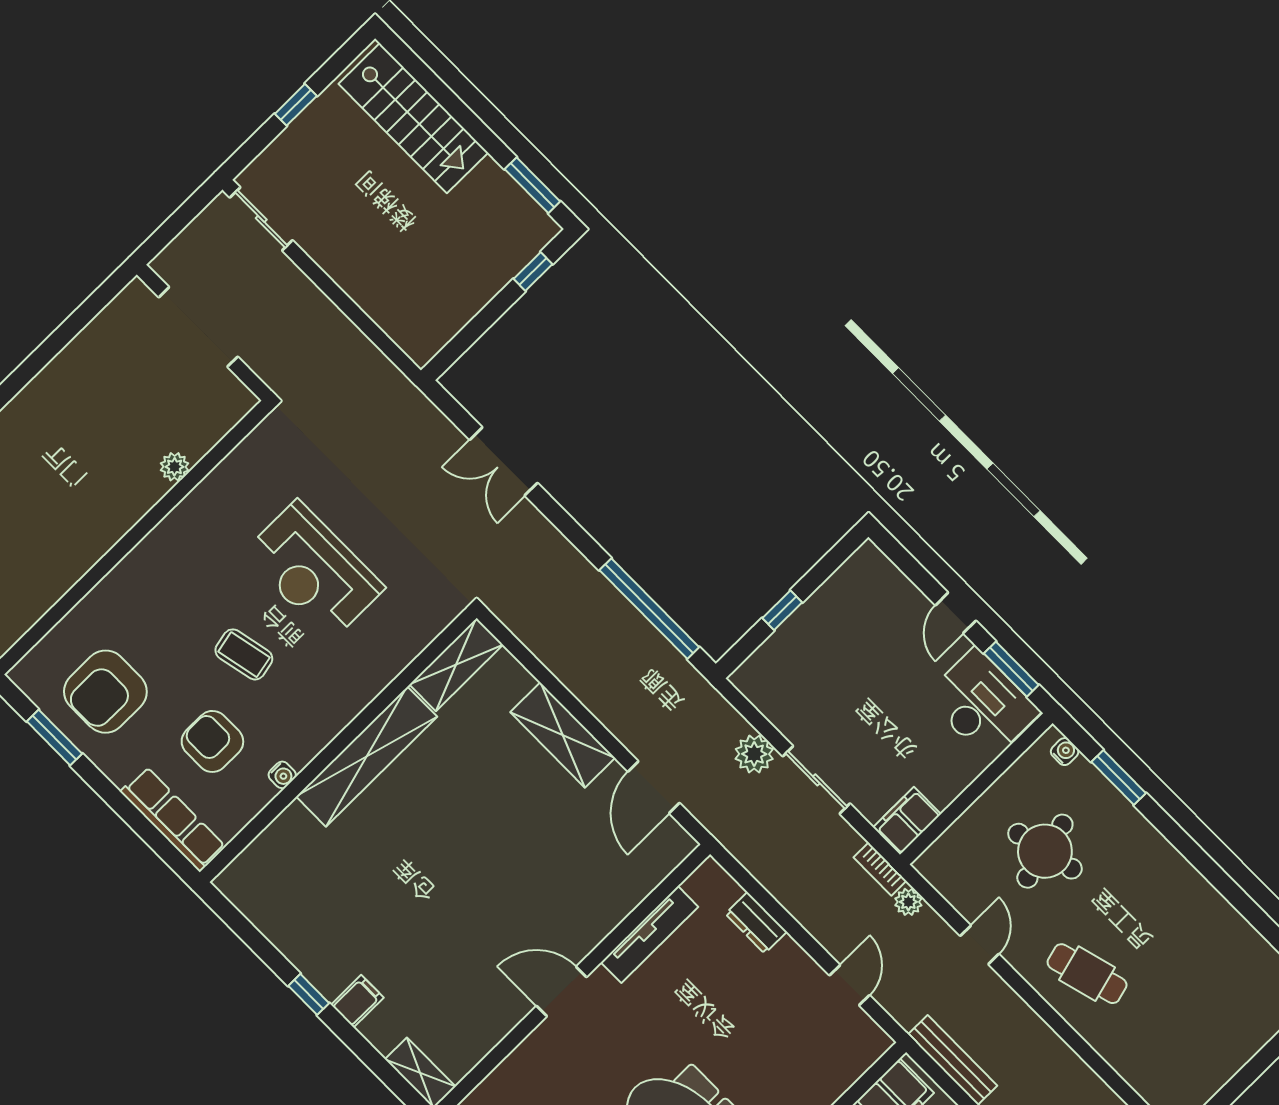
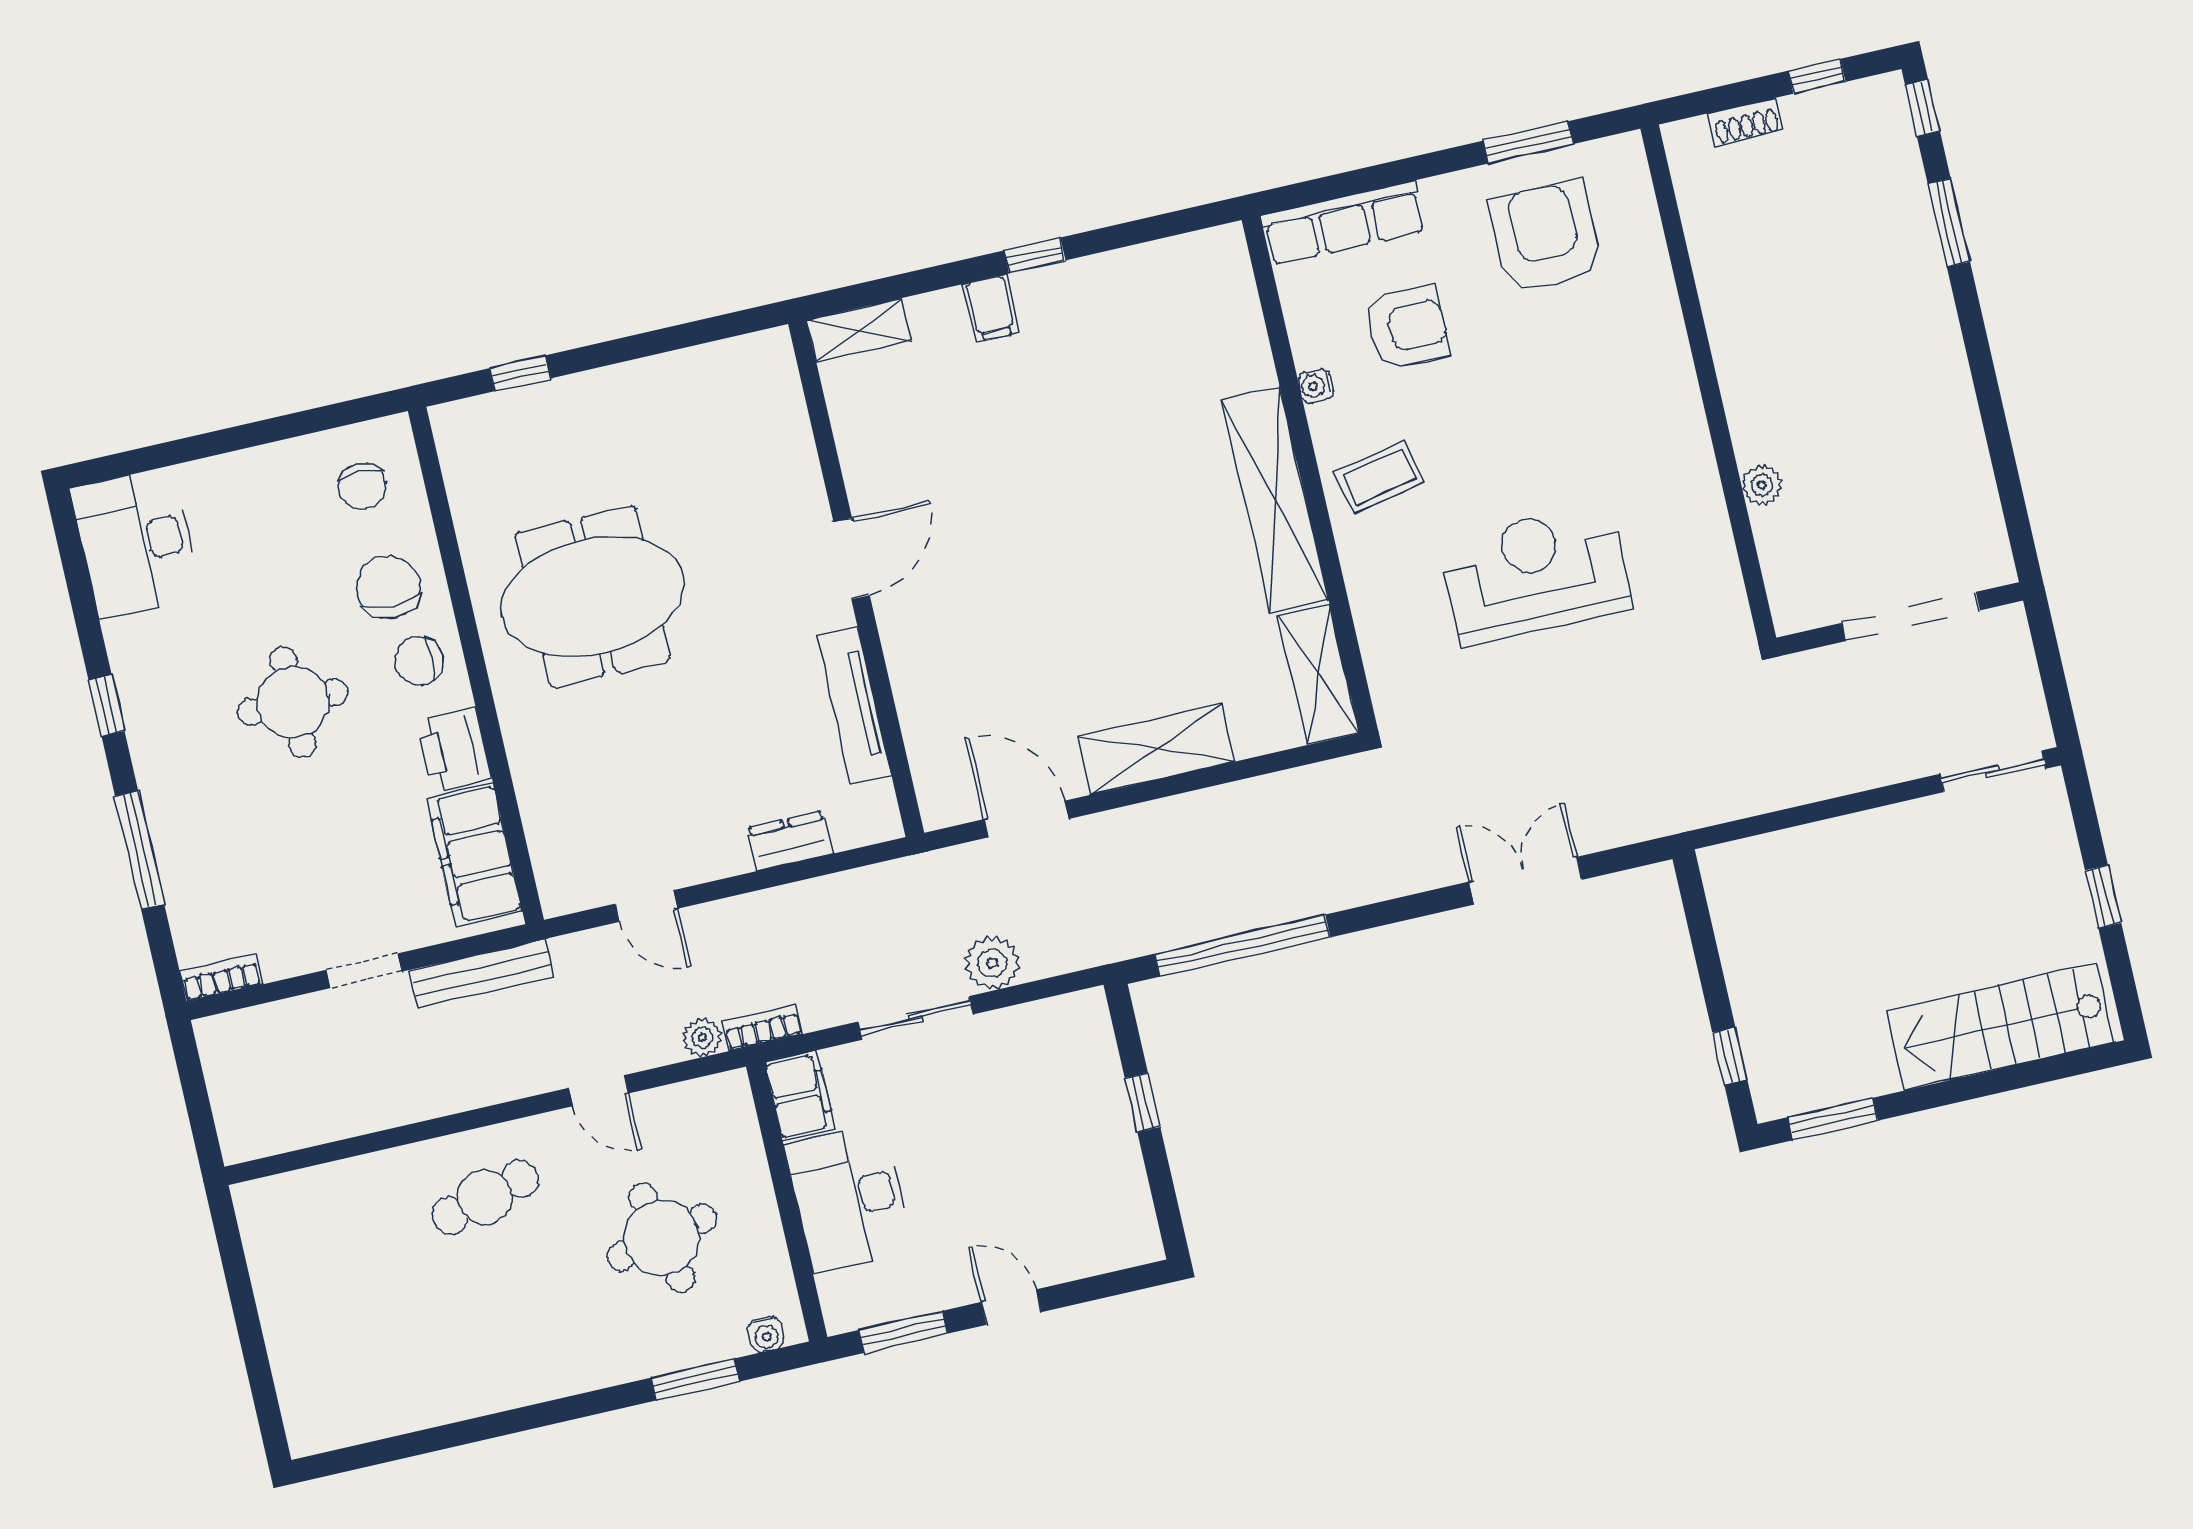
coffee table: (244, 654) -> (1379, 477), moved
desk: (982, 705) -> (849, 1198), moved, turned 90

